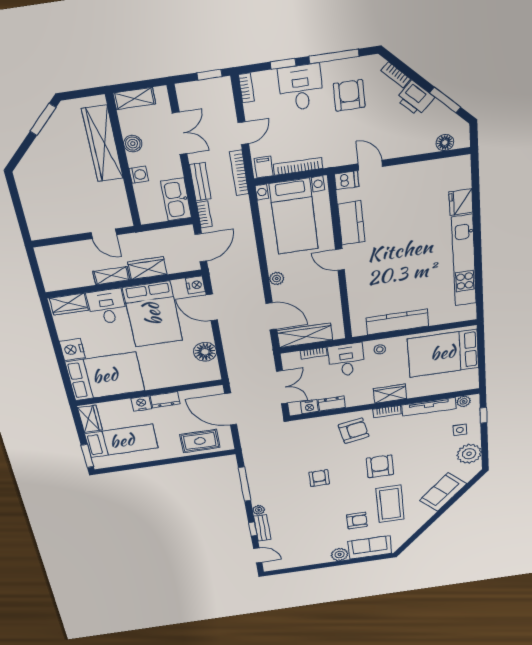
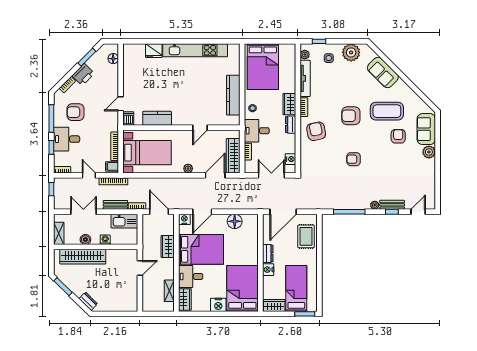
dresser: (28, 163) -> (88, 301), added
door: (340, 260) -> (200, 128), moved
shelving: (111, 276) -> (169, 291), moved
dresser: (332, 404) -> (291, 125), moved

